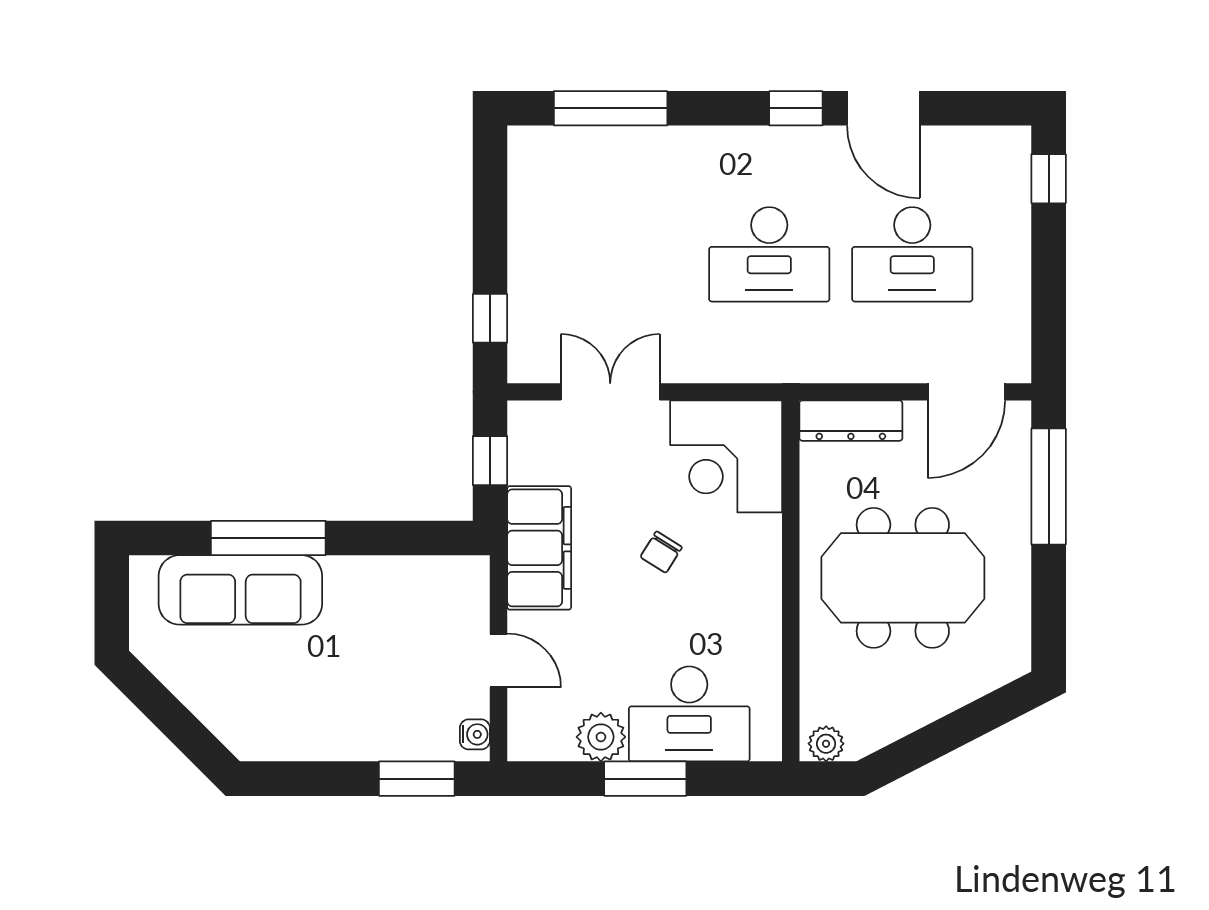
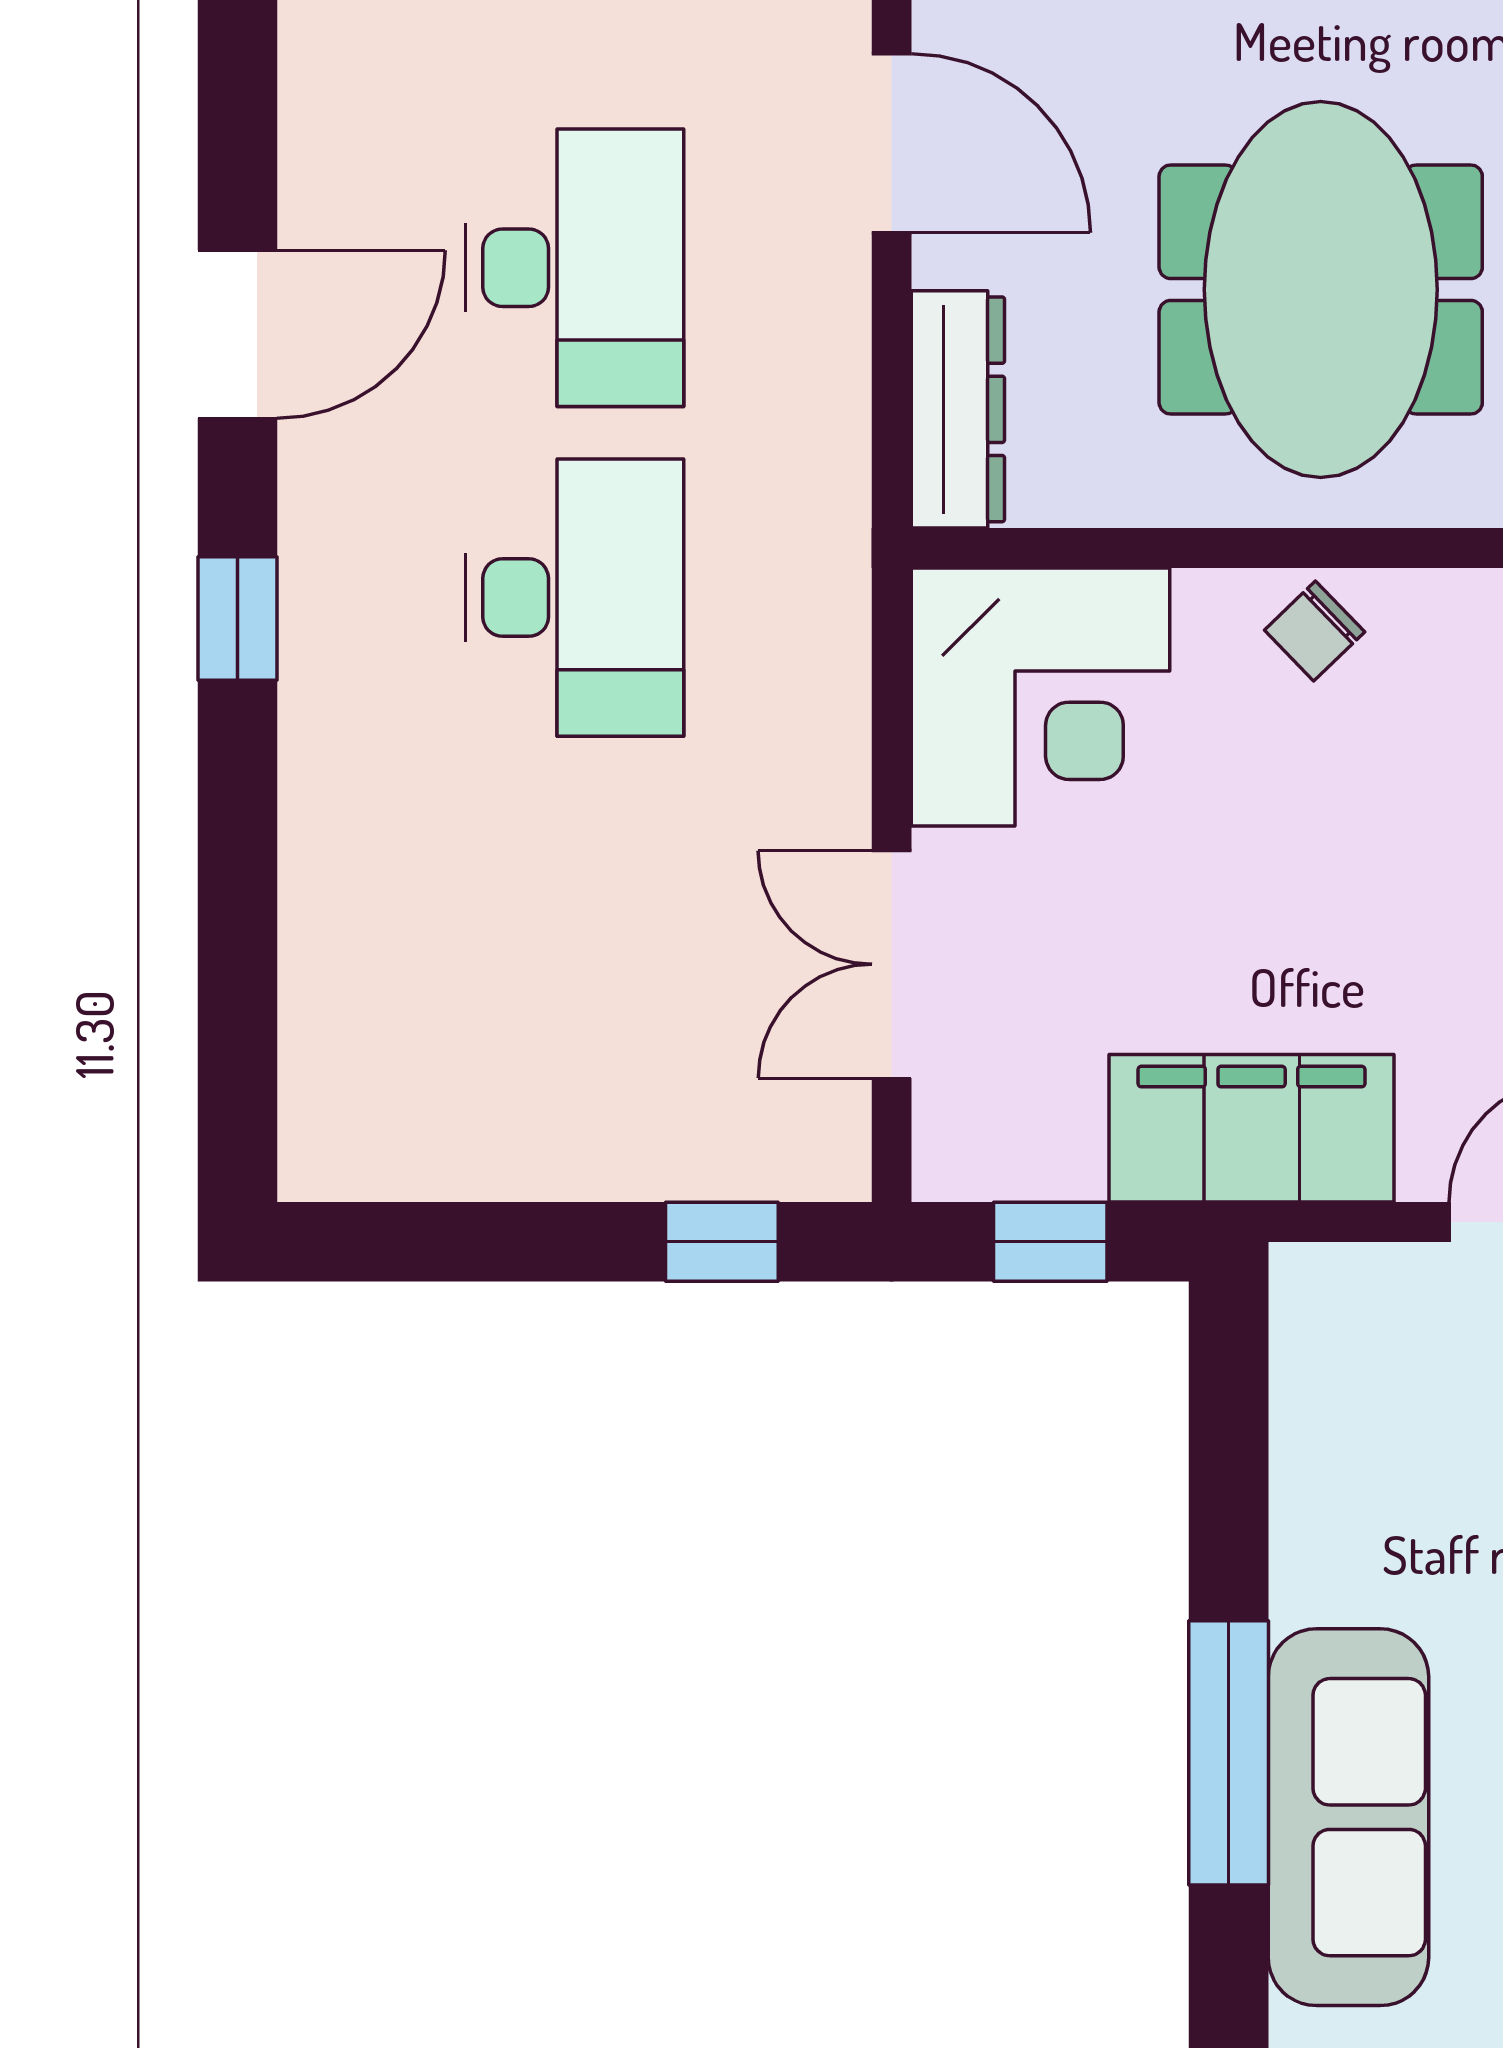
window: (611, 108) -> (238, 964), removed
window: (796, 108) -> (238, 619), moved
chair: (661, 552) -> (1315, 631), moved, turned 104

